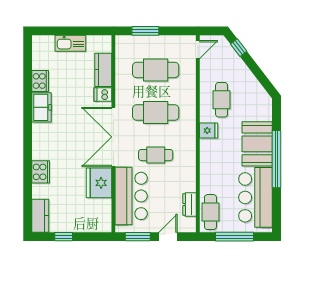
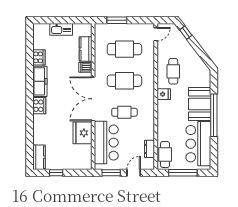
freezer: (42, 107) -> (40, 81), width x1.40
cooker: (41, 172) -> (39, 106), moved

